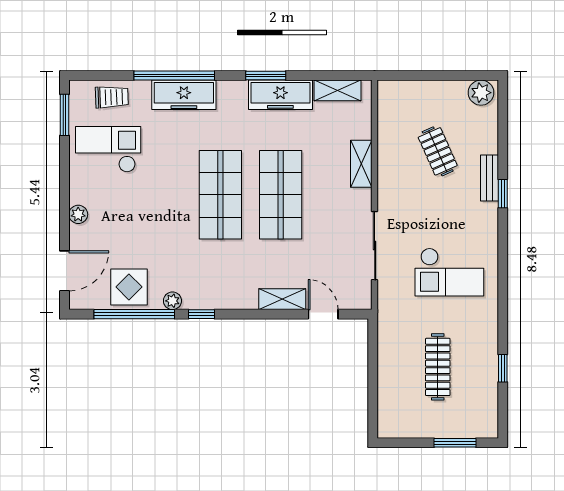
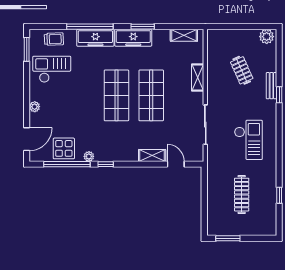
freezer: (280, 95) -> (133, 38), moved
checkout: (449, 272) -> (248, 140), turned -90
window: (455, 443) -> (228, 238), moved

